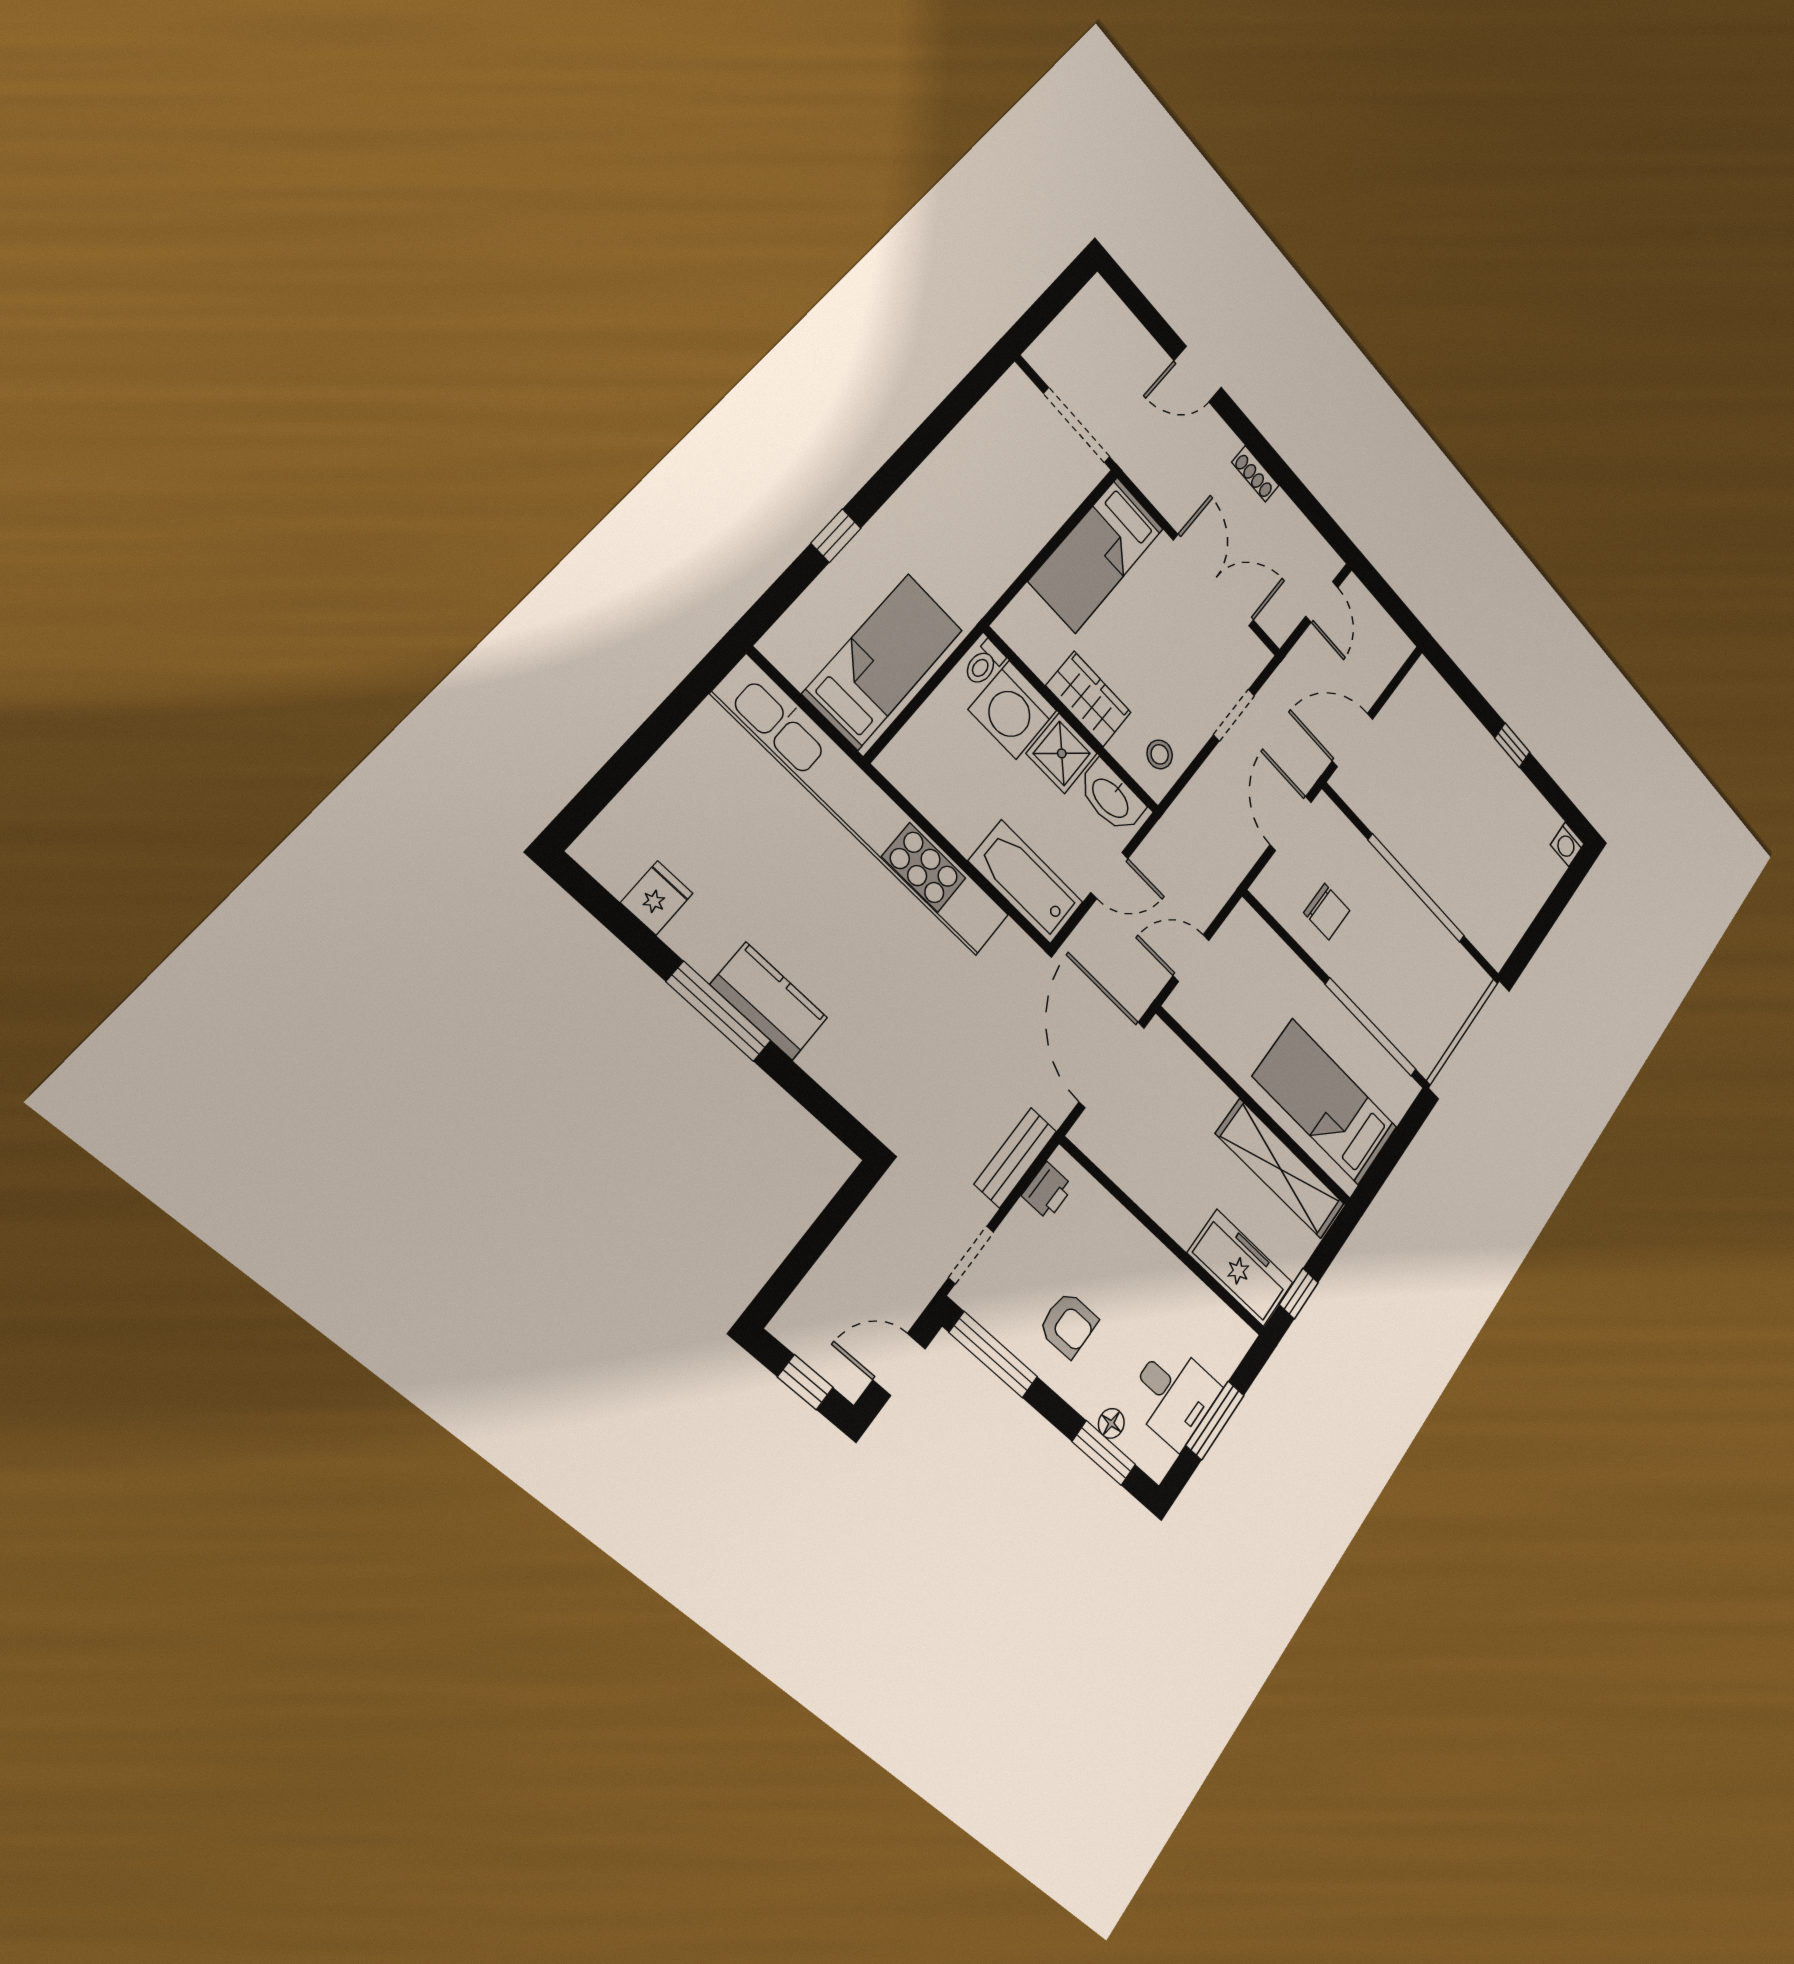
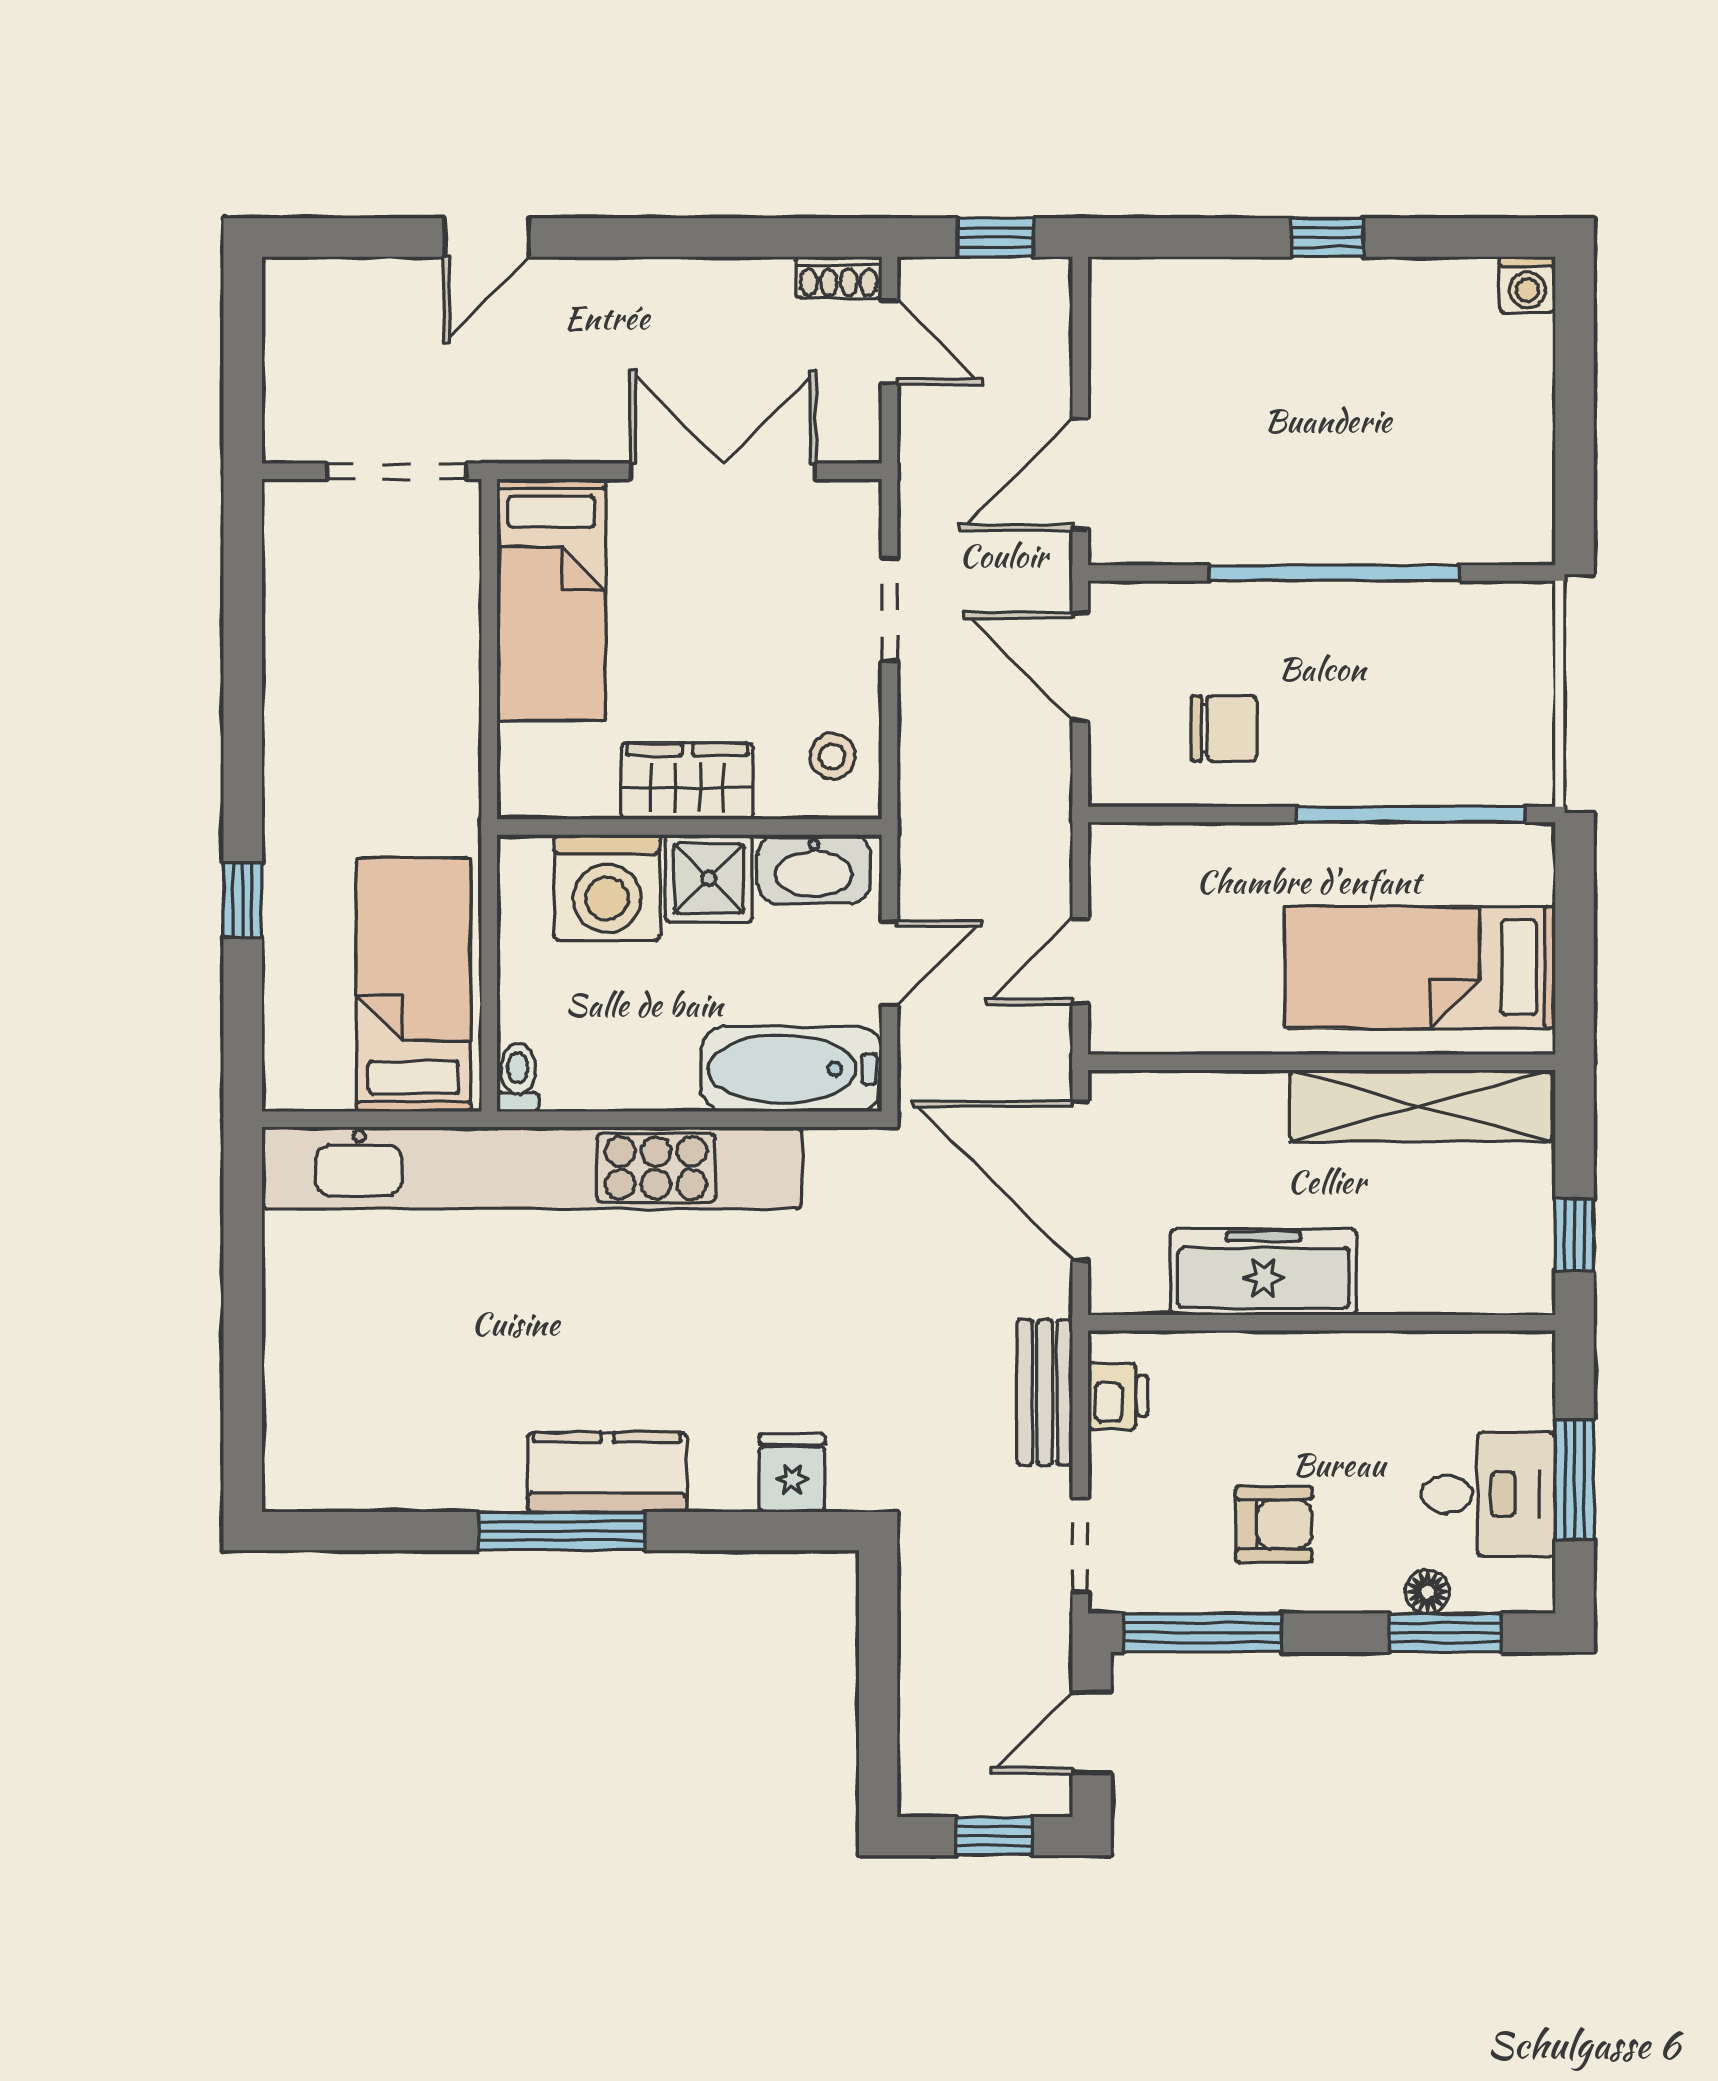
shoe rack: (1255, 474) -> (839, 277), moved
window: (1394, 606) -> (996, 237), added
toilet: (984, 663) -> (518, 1078), moved, turned 180
fridge: (657, 898) -> (792, 1473), moved
freezer: (1240, 1268) -> (1264, 1272), moved

